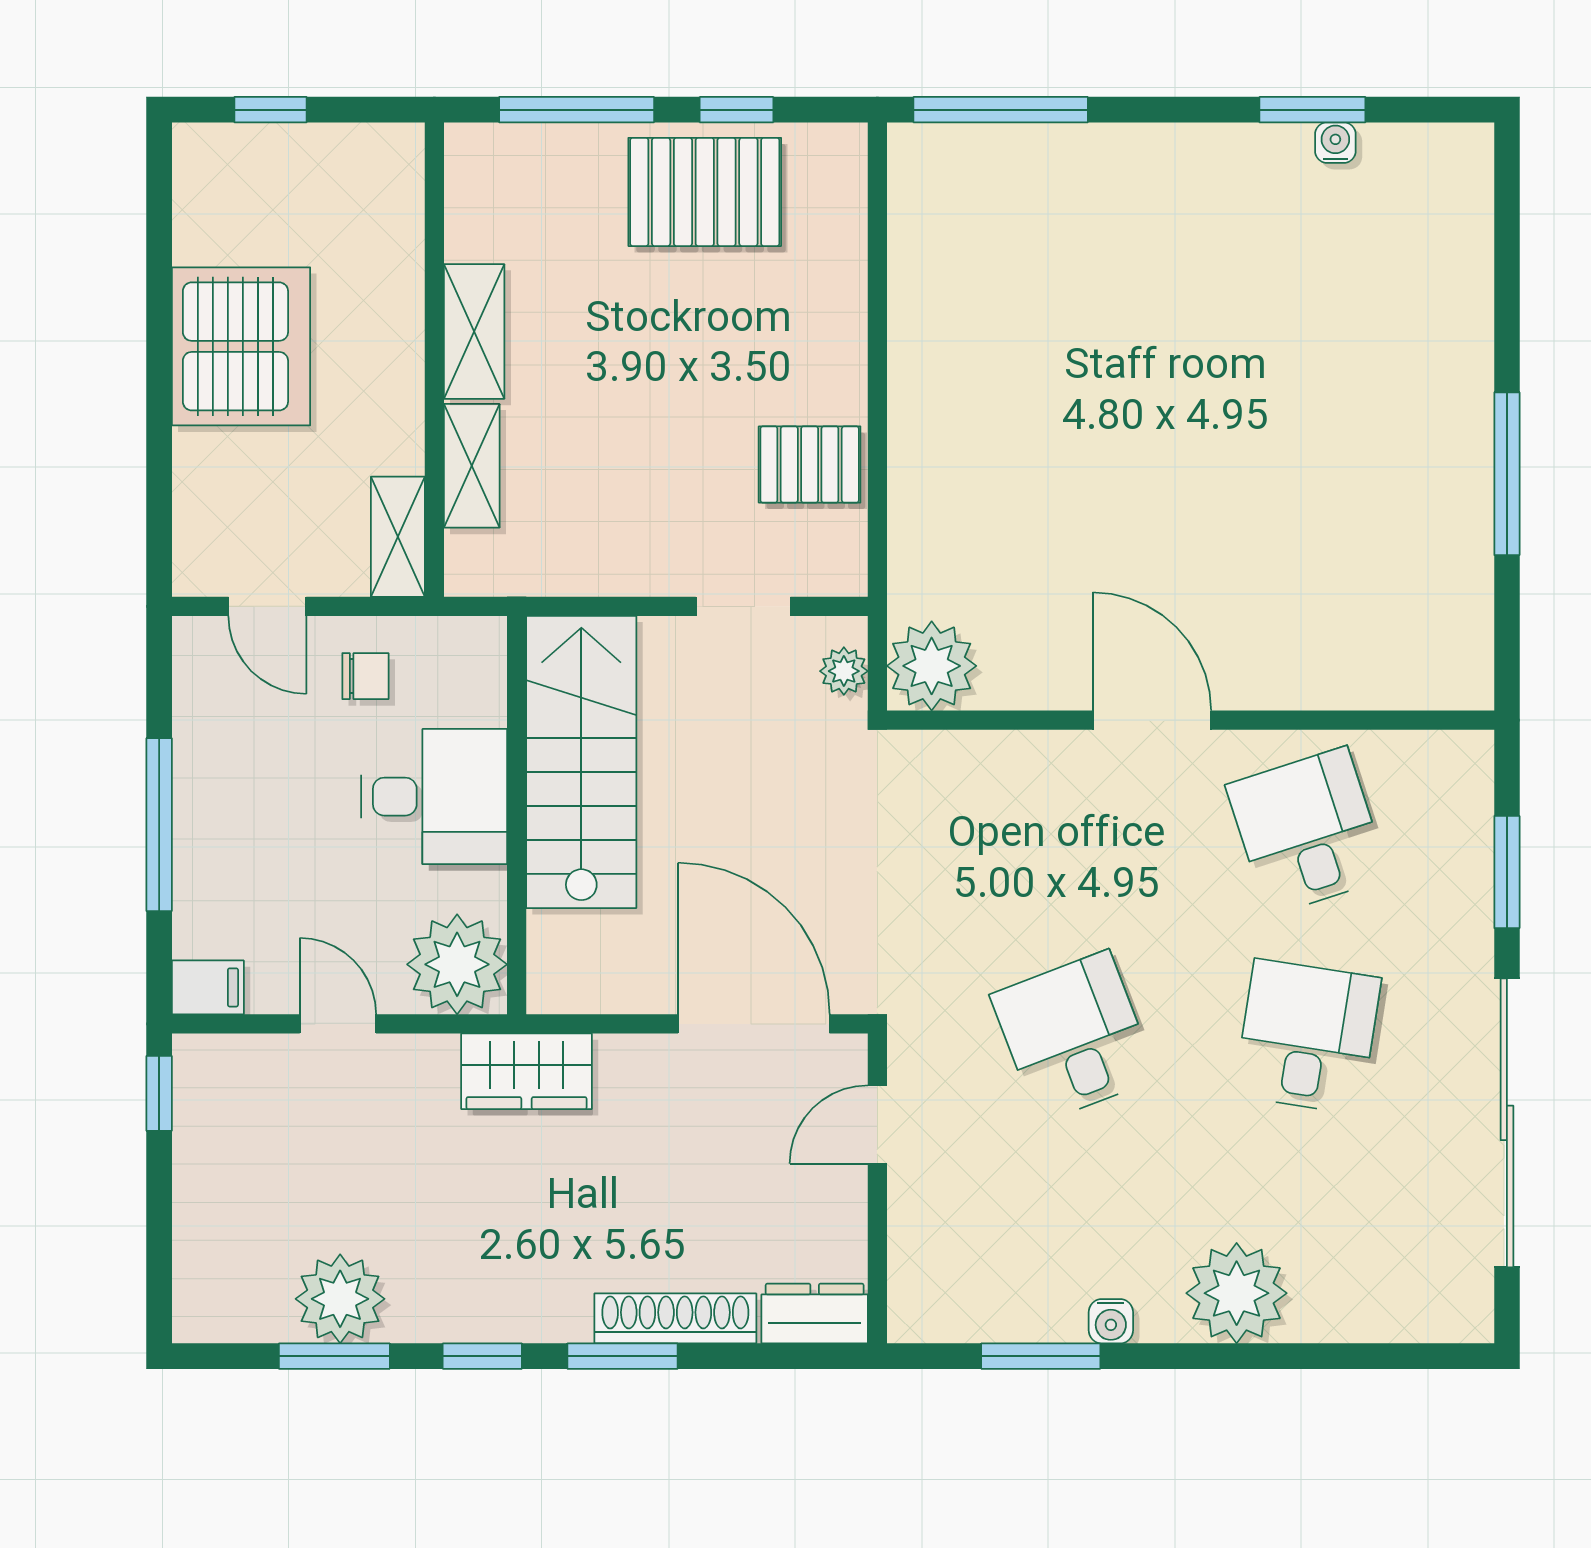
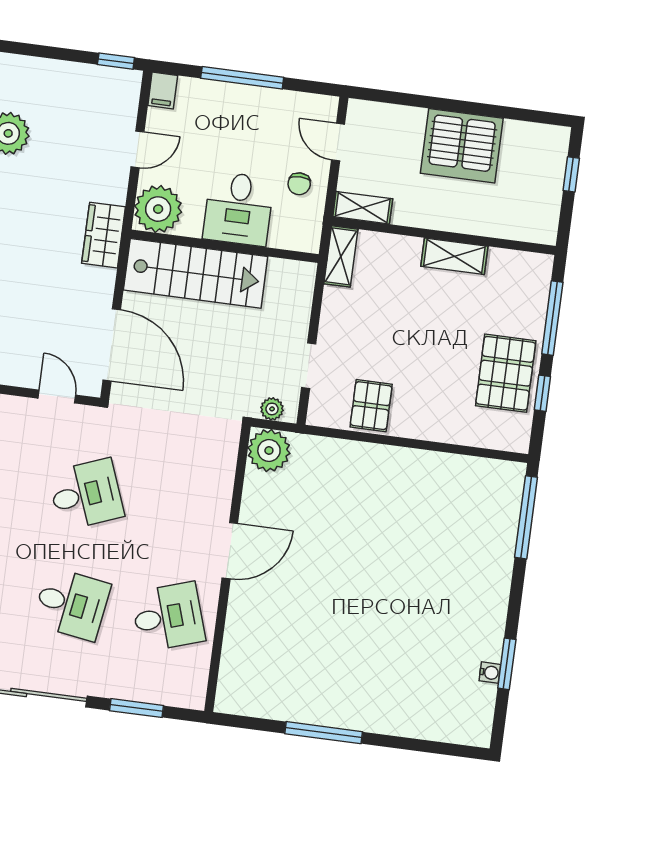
shelving: (472, 466) -> (341, 256), moved, turned 90
door: (267, 606) -> (338, 142), hinge flipped
stairs: (581, 762) -> (196, 273), moved
door: (754, 1024) -> (112, 345), hinge flipped

